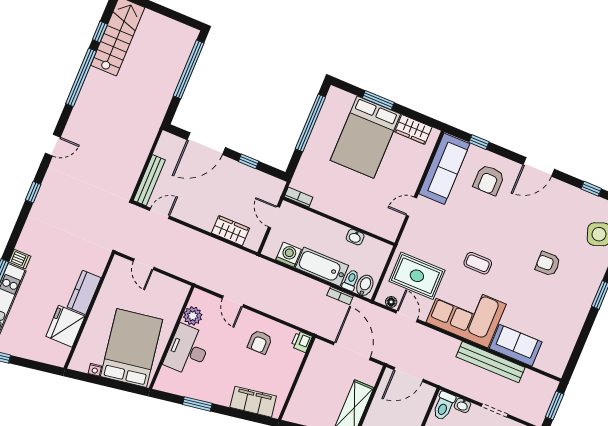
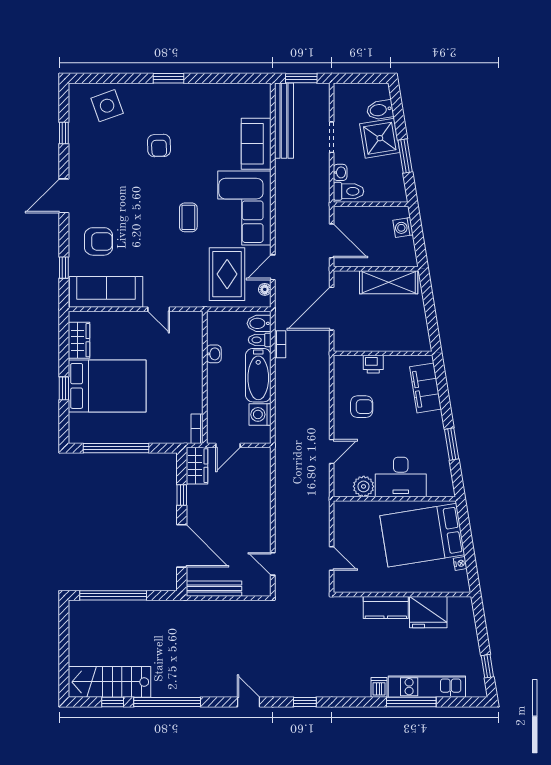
window: (378, 100) -> (64, 388), width x0.67
door: (539, 167) -> (64, 196), swing flipped
bench: (149, 180) -> (214, 589), moved
wardrobe: (230, 231) -> (197, 466), moved, turned 180
door: (144, 264) -> (332, 558), hinge flipped
printer: (301, 342) -> (373, 364), moved
bench: (490, 362) -> (284, 121), moved

